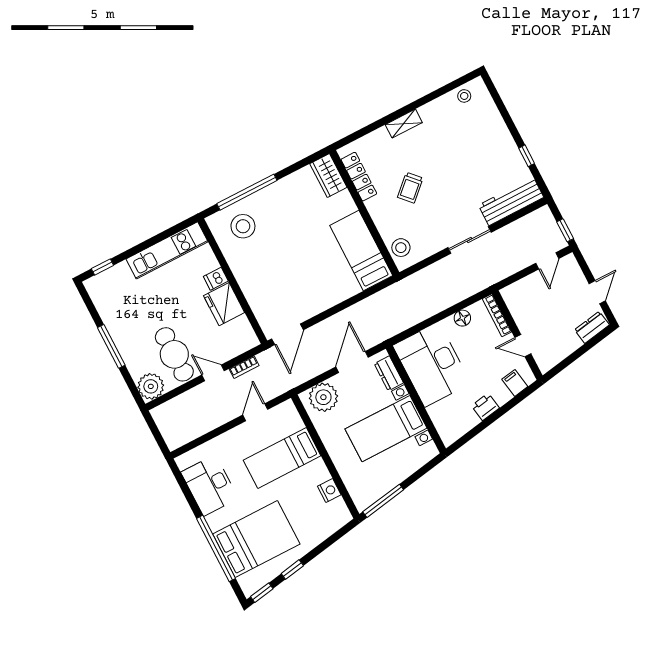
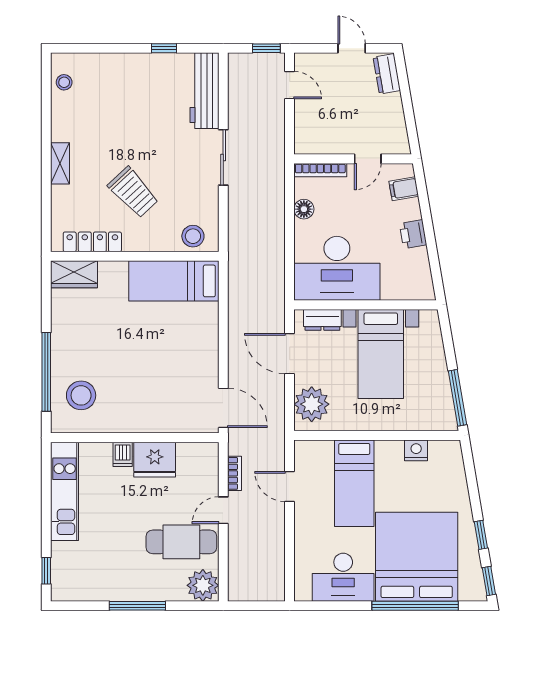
trolley: (410, 188) -> (133, 192), width x1.36, depth x1.39
bed: (256, 539) -> (417, 557), width x1.36

